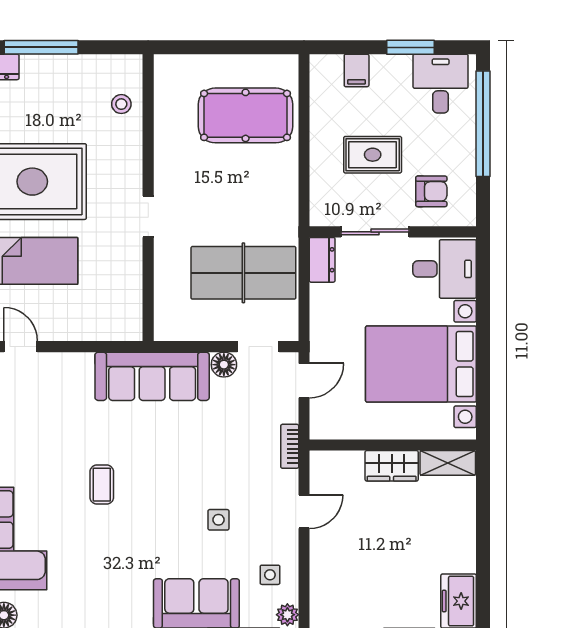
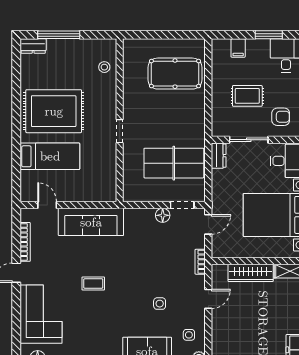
sofa: (152, 376) -> (91, 222), moved
wardrobe: (392, 466) -> (251, 273), width x1.50
coffee table: (102, 485) -> (93, 283), turned 90

